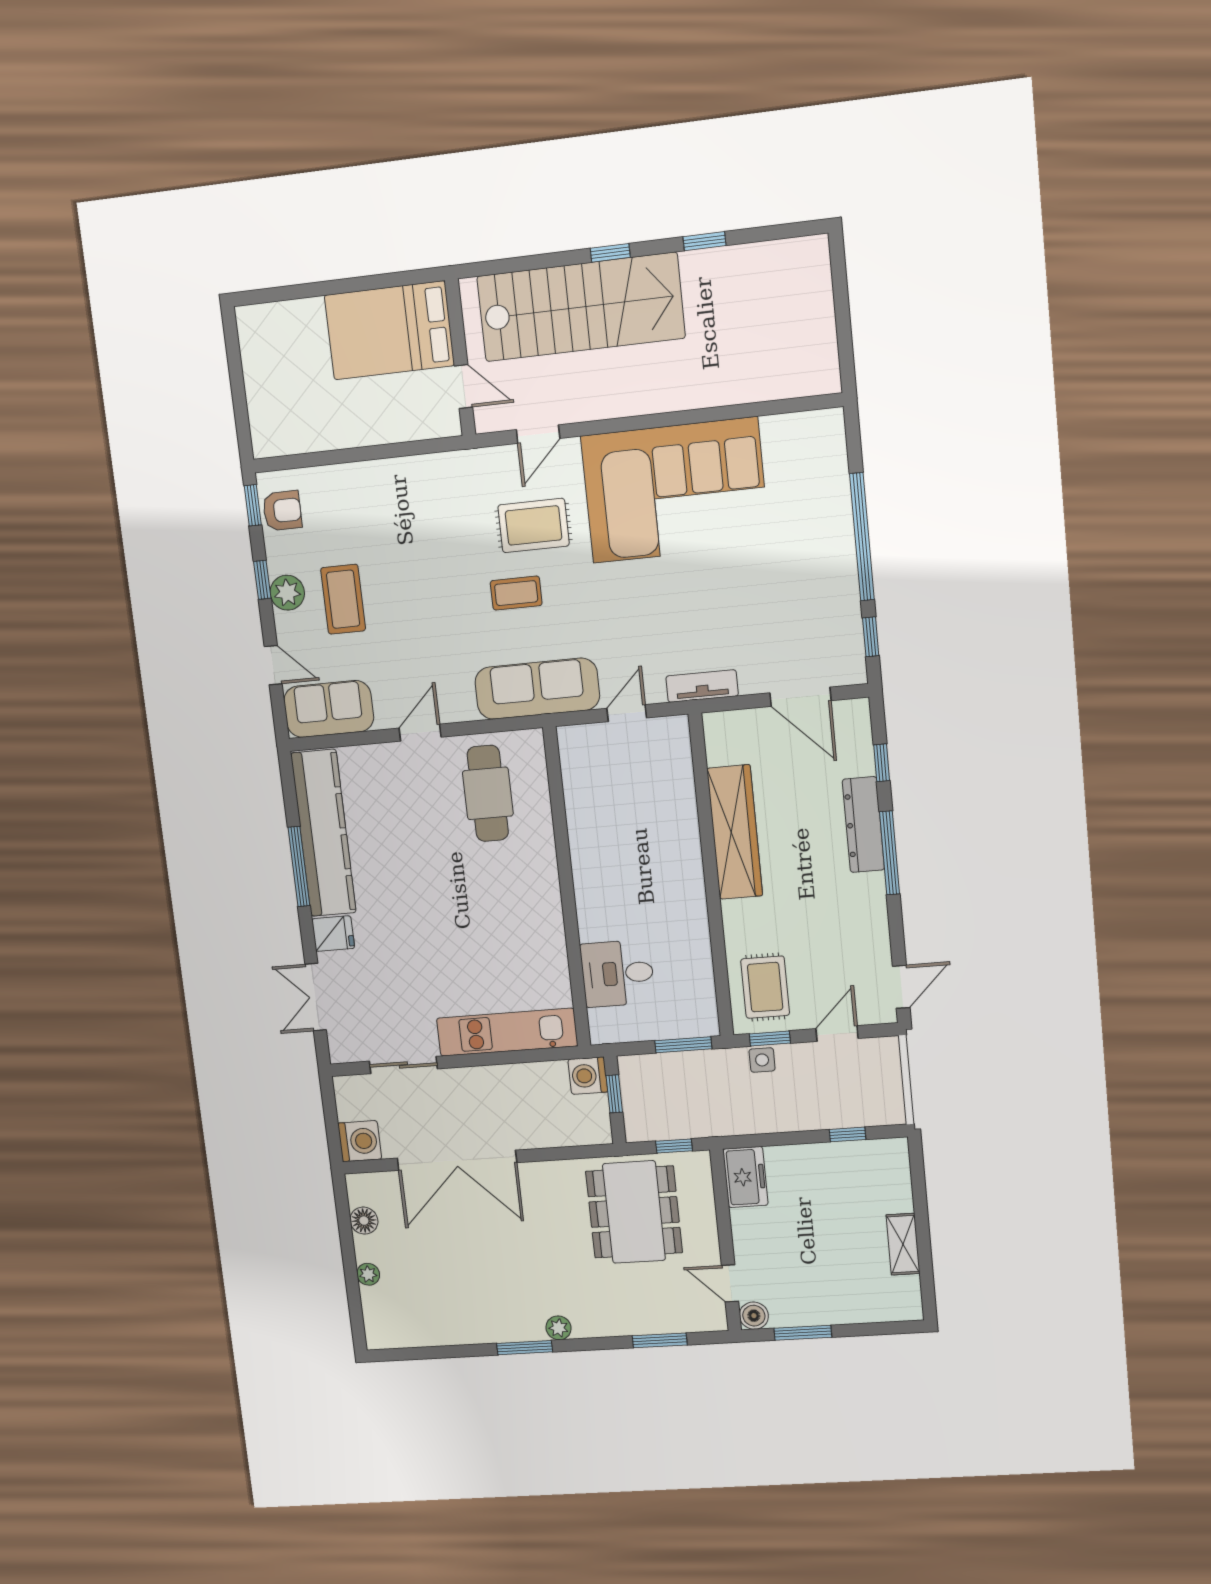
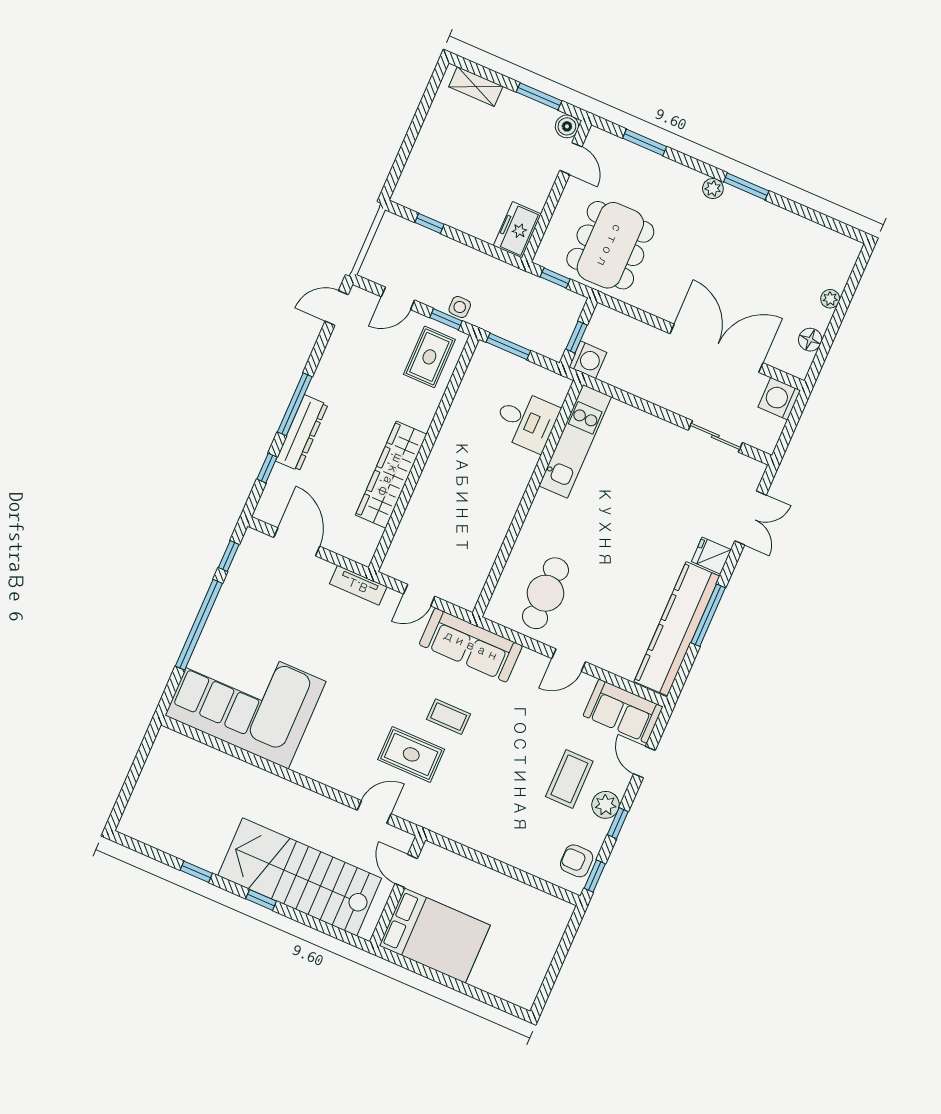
corner sofa: (675, 490) -> (245, 699), moved
kitchen unit: (507, 1032) -> (575, 441), moved, turned -90
shelving: (903, 1244) -> (476, 86), moved, turned 90

